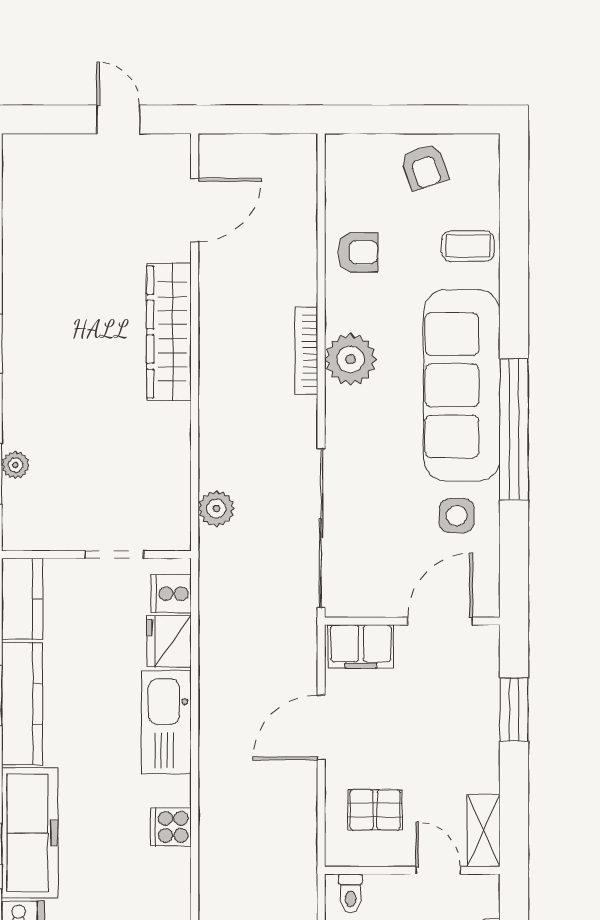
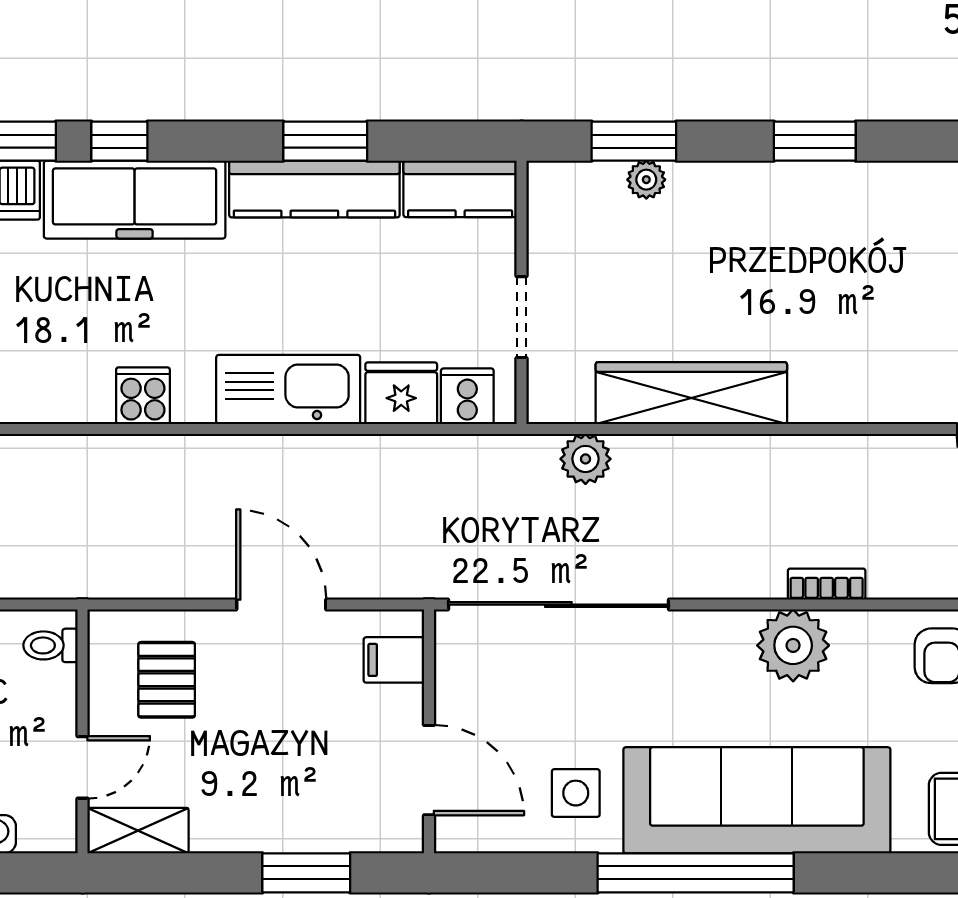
wardrobe: (169, 332) -> (691, 393), moved
bookcase: (306, 351) -> (827, 584), width x0.64
filing cabinet: (361, 646) -> (394, 660), width x0.50

